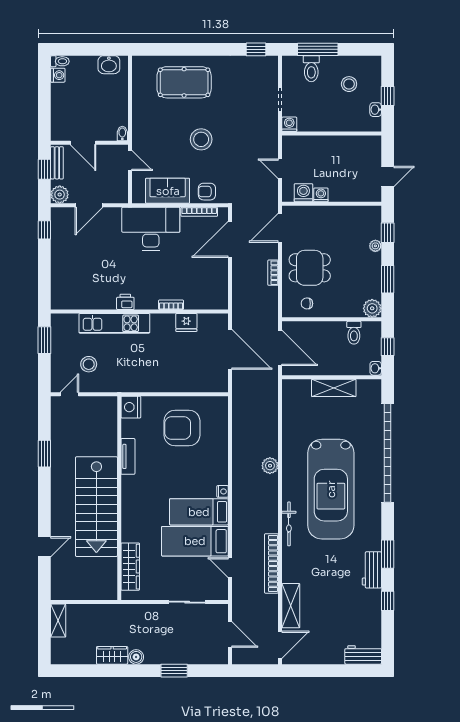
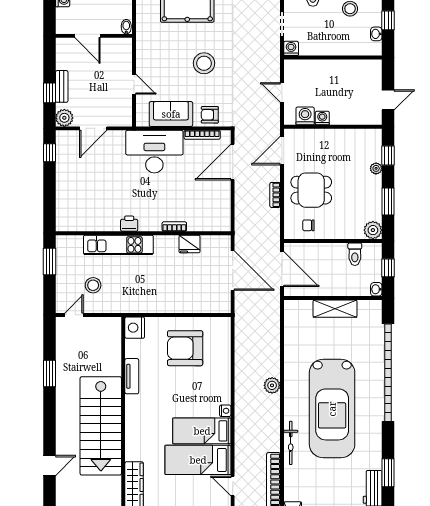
bidet: (122, 134) -> (126, 27), moved
door: (83, 143) -> (87, 36), moved
wall: (89, 143) -> (94, 36), moved

